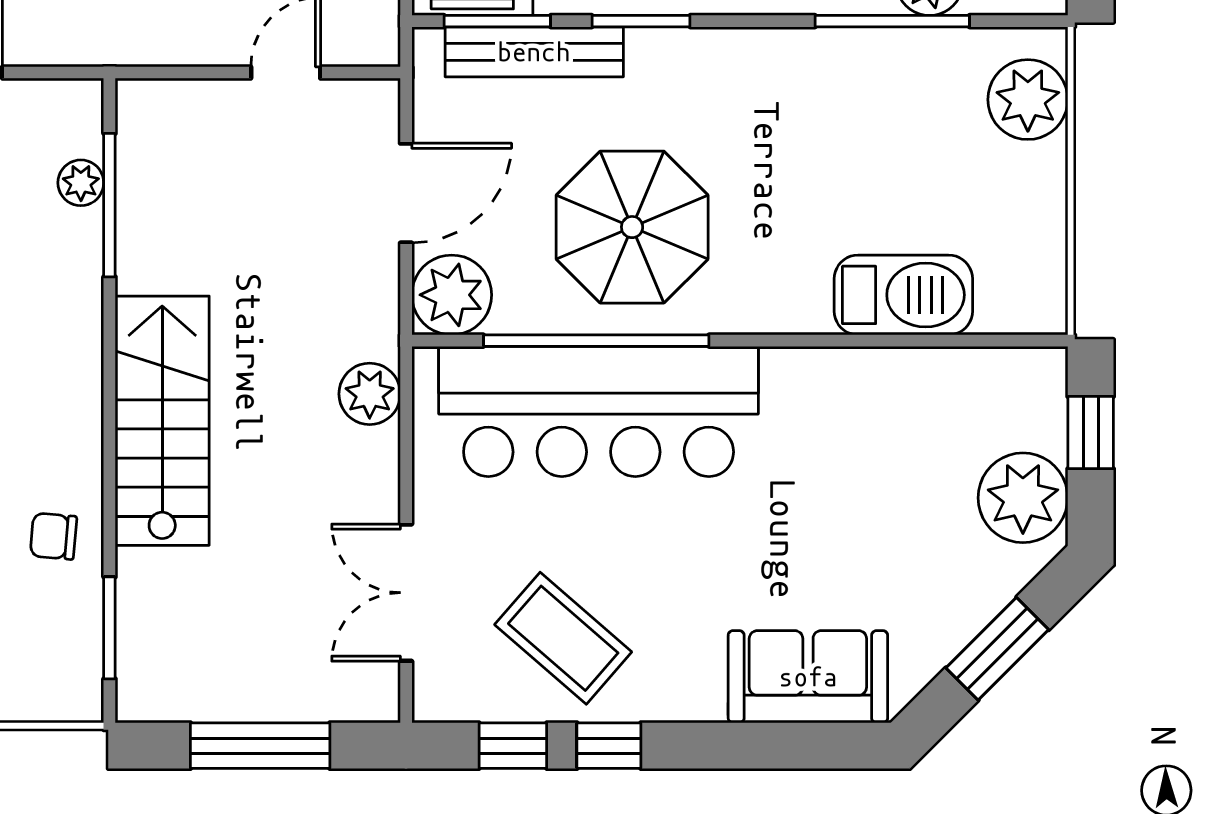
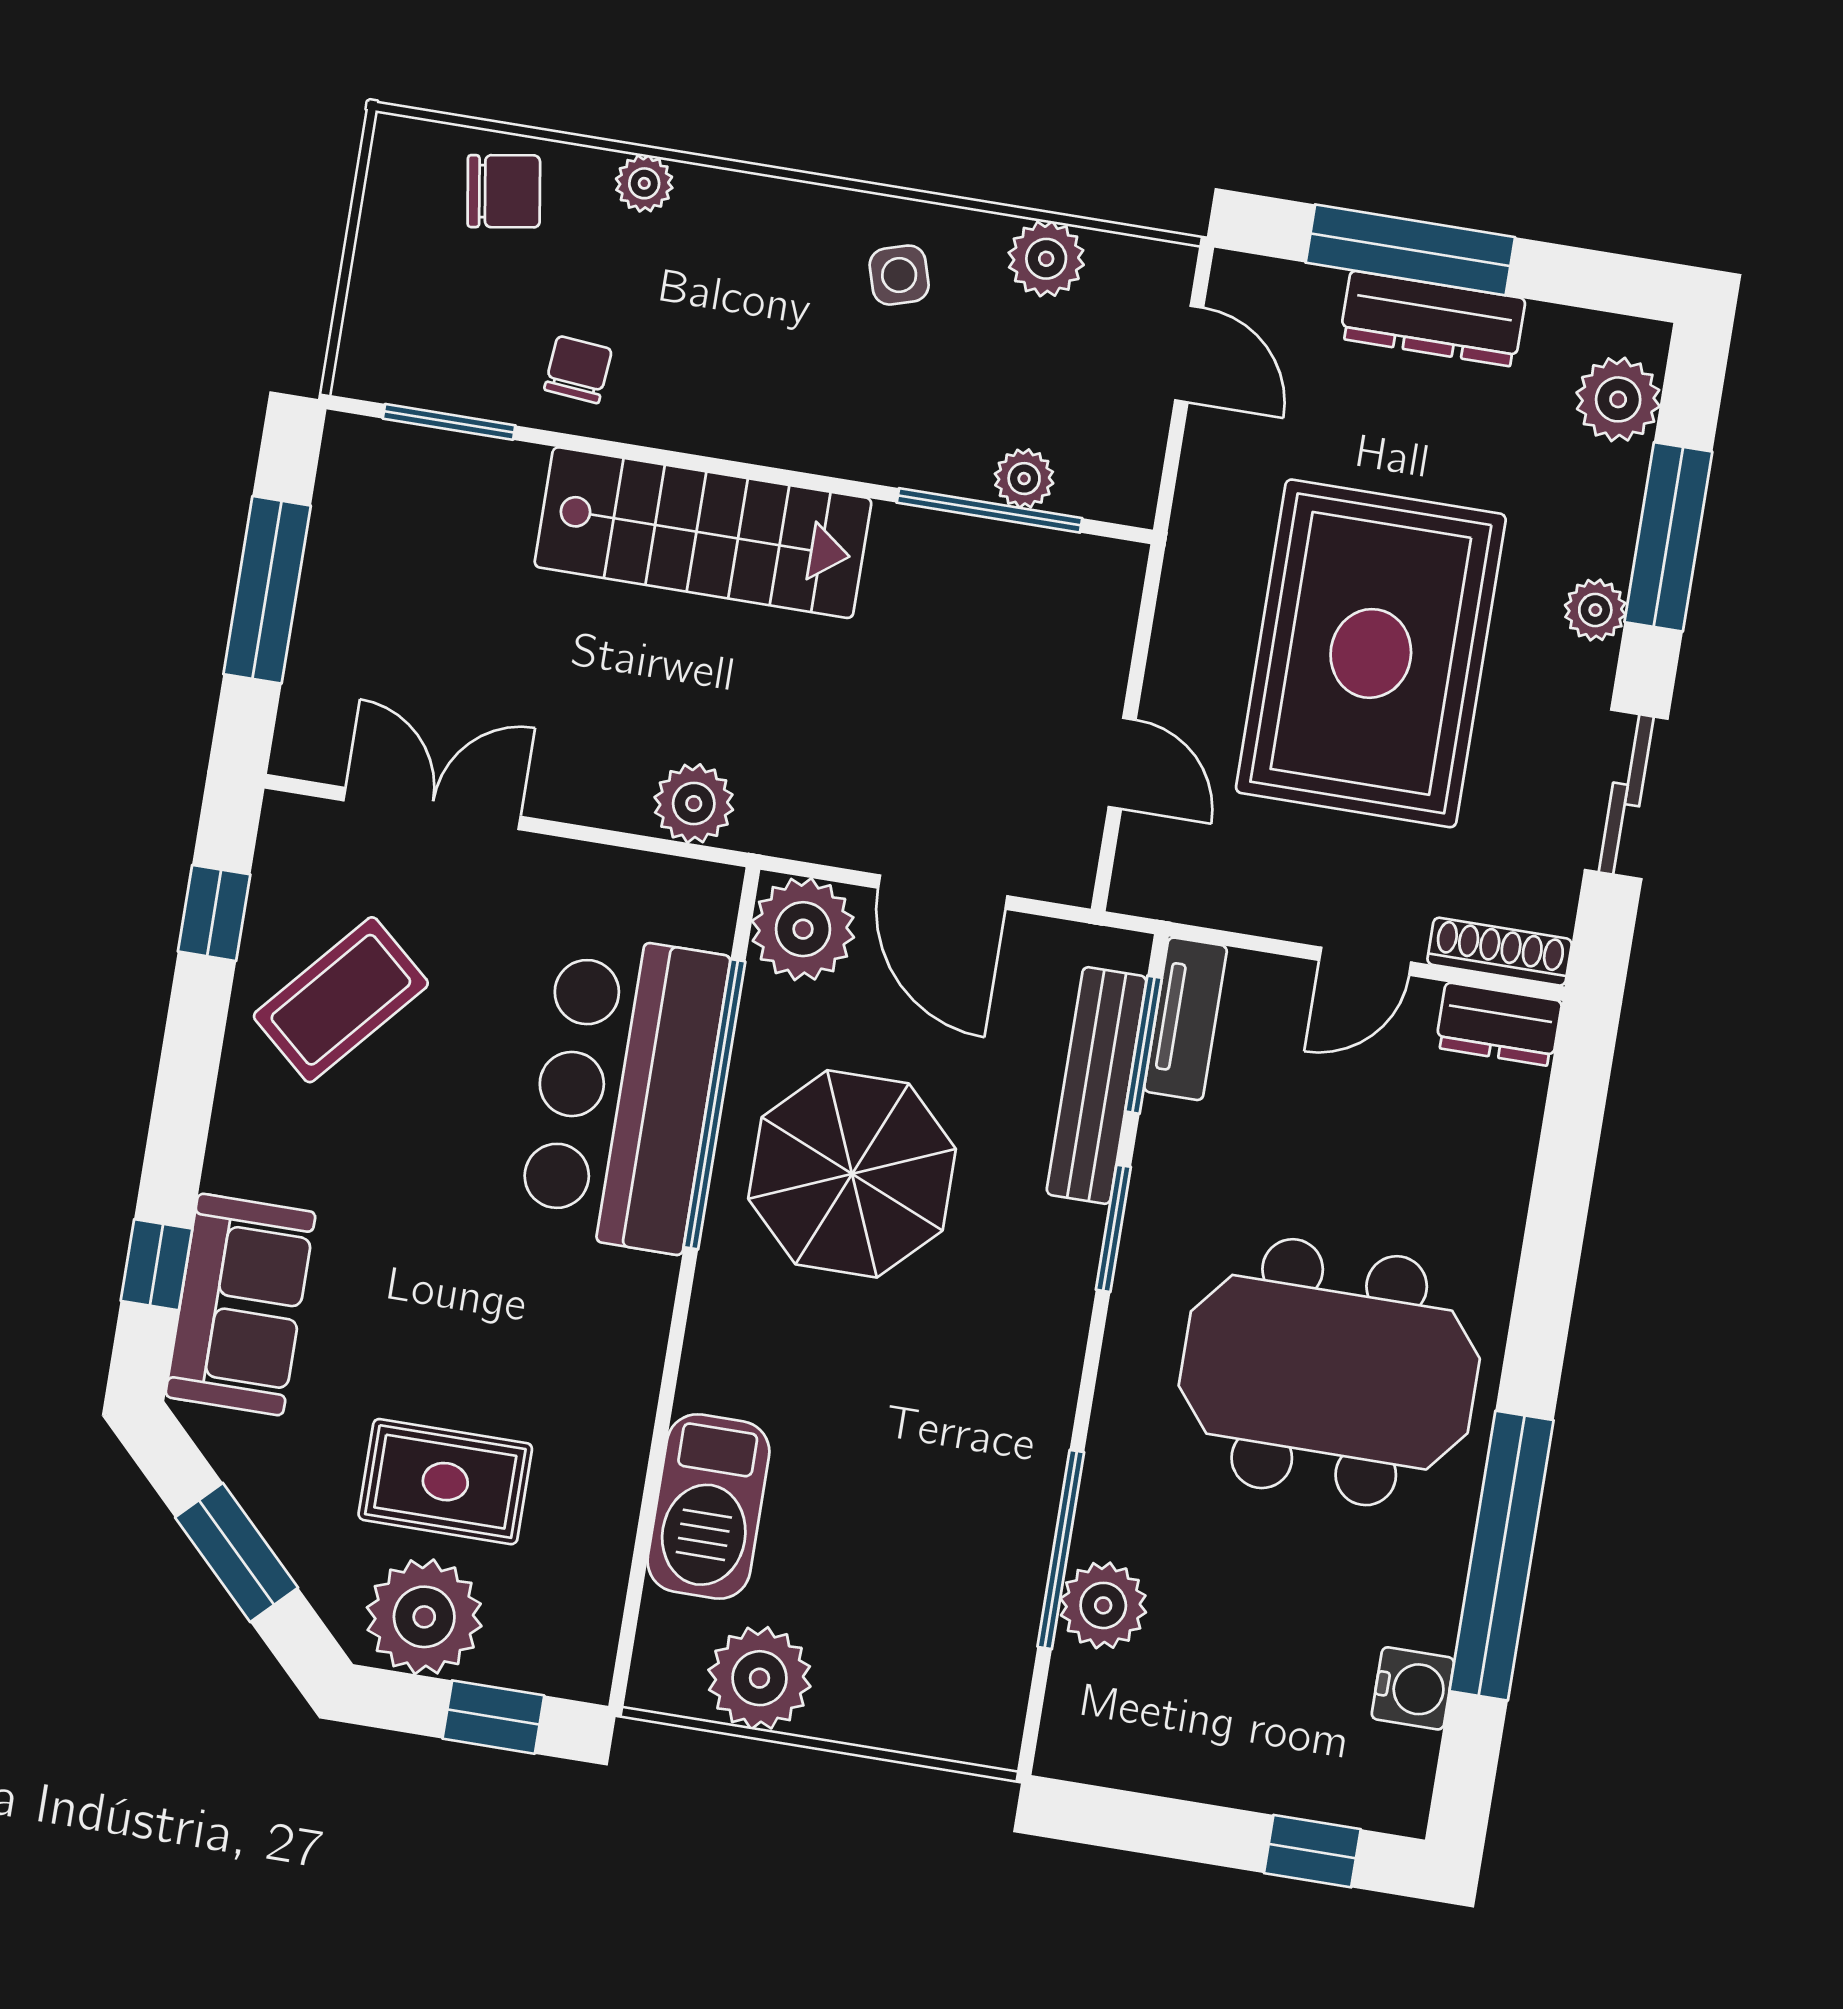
plant: (1028, 100) -> (759, 1678), moved
bar counter: (599, 411) -> (623, 1092), width x0.73
rug: (917, 499) -> (445, 1482), added
window: (609, 746) -> (157, 1265), moved

